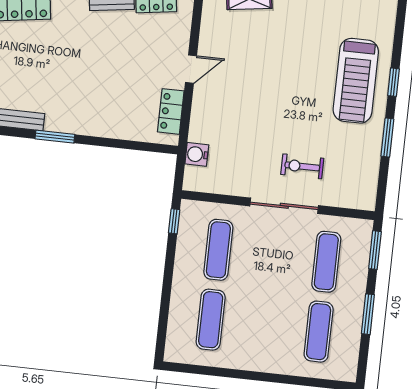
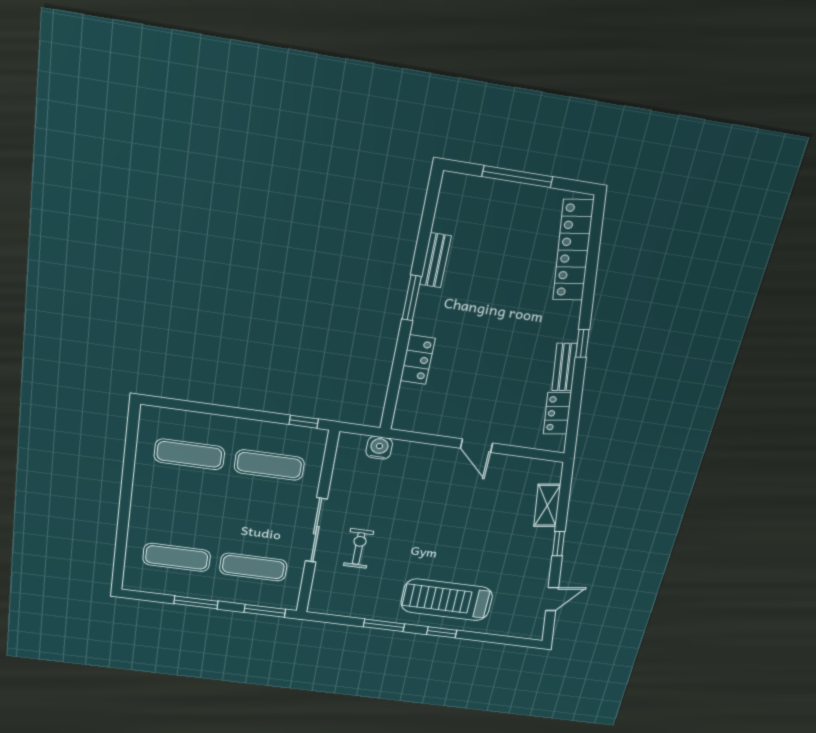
locker: (171, 111) -> (418, 360), moved, turned 90

